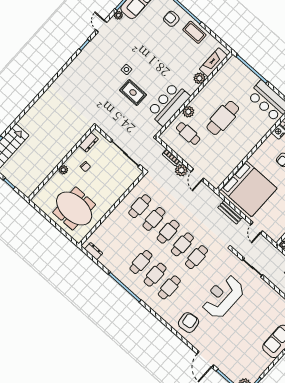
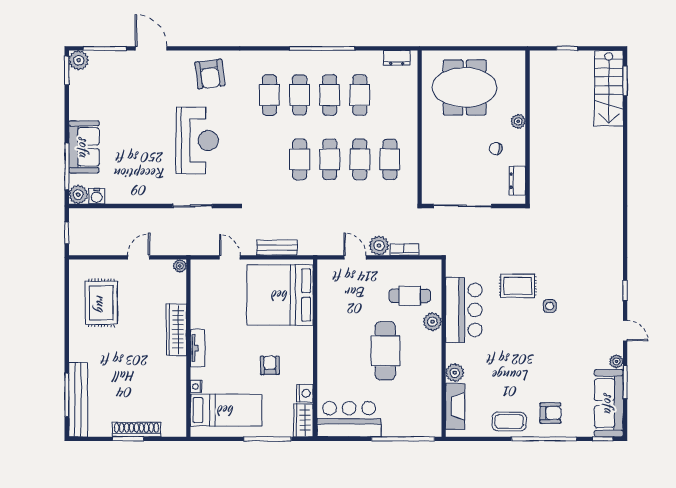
cafe table: (197, 257) -> (360, 95), moved

